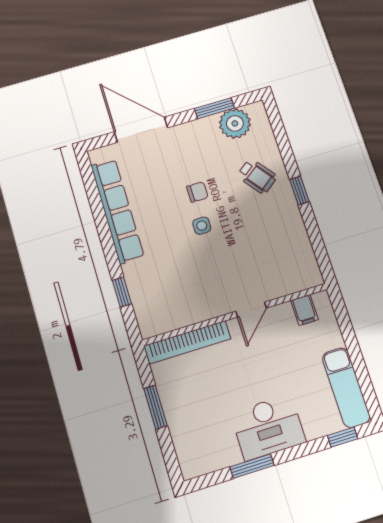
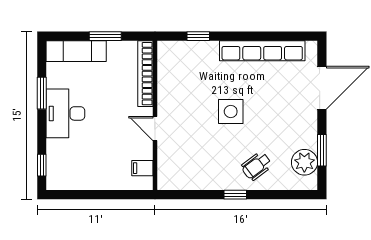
chair: (197, 192) -> (258, 116), removed
side table: (202, 226) -> (231, 111), width x1.87, depth x1.87
exam couch: (346, 387) -> (76, 51), moved, turned 180

